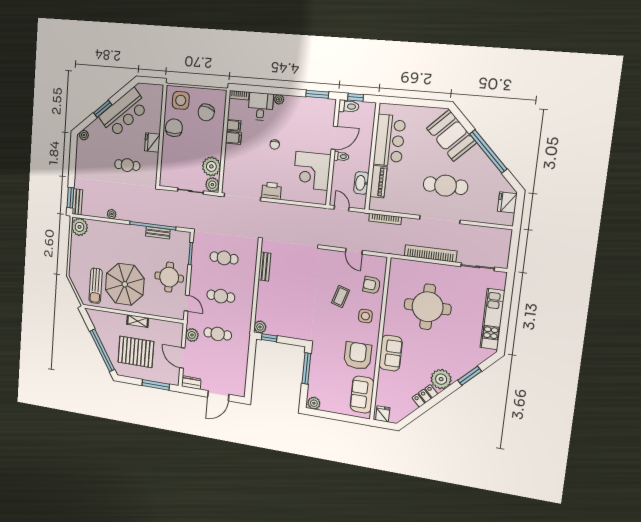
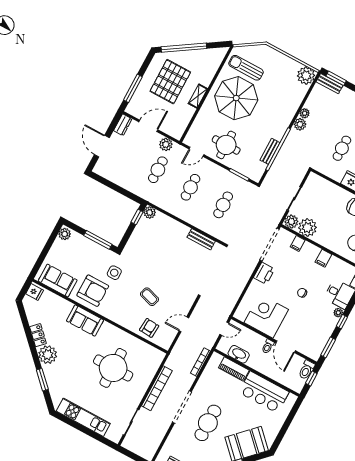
window: (286, 92) -> (342, 322), added
filing cabinet: (234, 125) -> (298, 244), moved
plant: (123, 214) -> (300, 124), added
side table: (365, 316) -> (114, 273), moved

